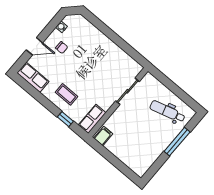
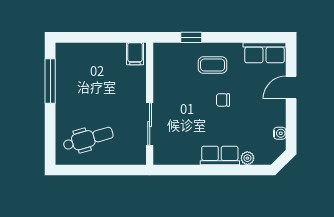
plant: (90, 28) -> (247, 158), added
chair: (62, 48) -> (223, 100), moved
row of seats: (92, 119) -> (220, 155), moved, turned -90
window: (177, 142) -> (50, 81), moved

